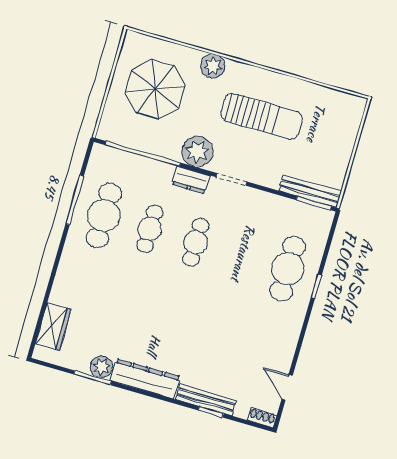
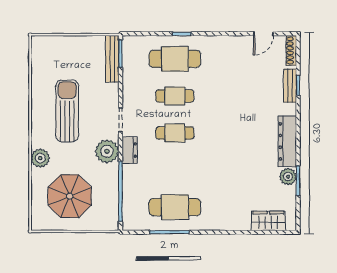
cafe table: (150, 229) -> (175, 96), moved
bench: (206, 400) -> (290, 86), width x0.73
shoe rack: (262, 418) -> (291, 51), width x1.43

